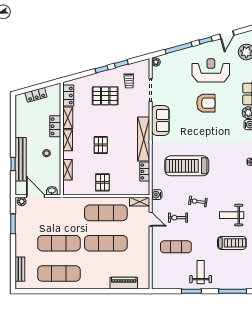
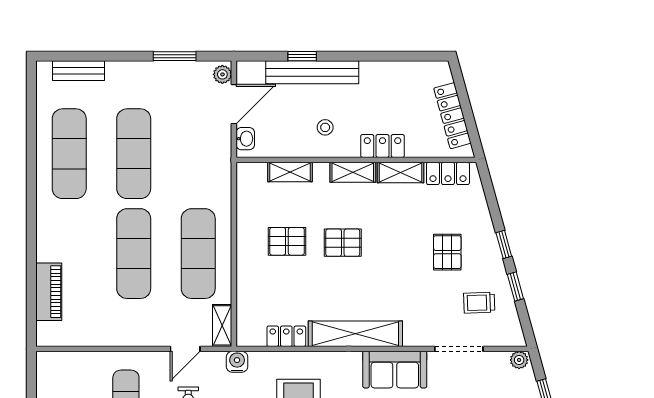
locker: (36, 95) -> (452, 116), width x1.53
pallet: (105, 96) -> (447, 252), width x0.67, depth x0.71
pallet: (102, 182) -> (287, 241), moved

